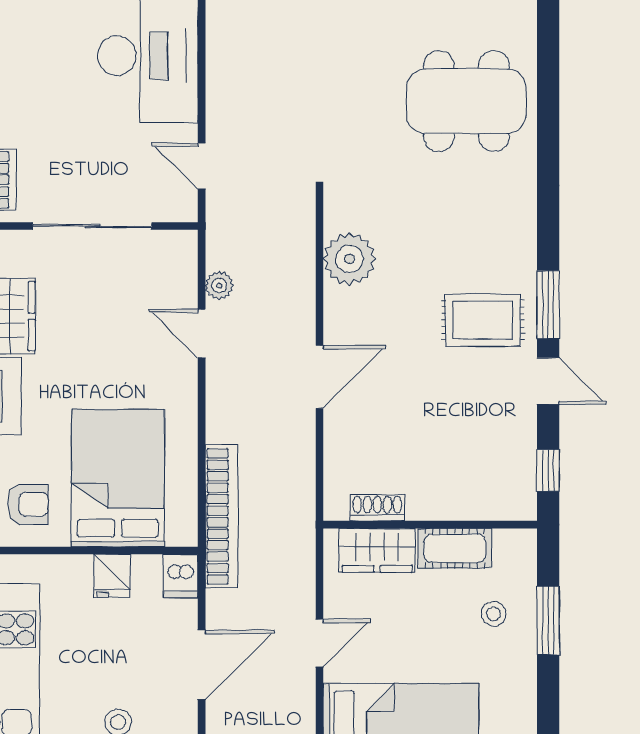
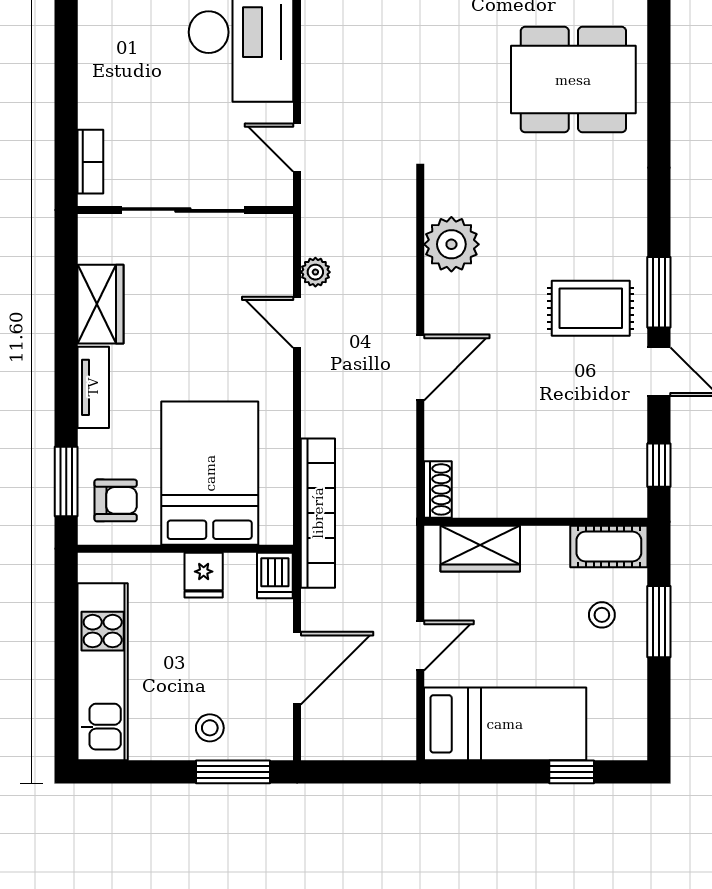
shoe rack: (377, 508) -> (438, 489), moved, turned 90
cot: (455, 548) -> (609, 546), moved

